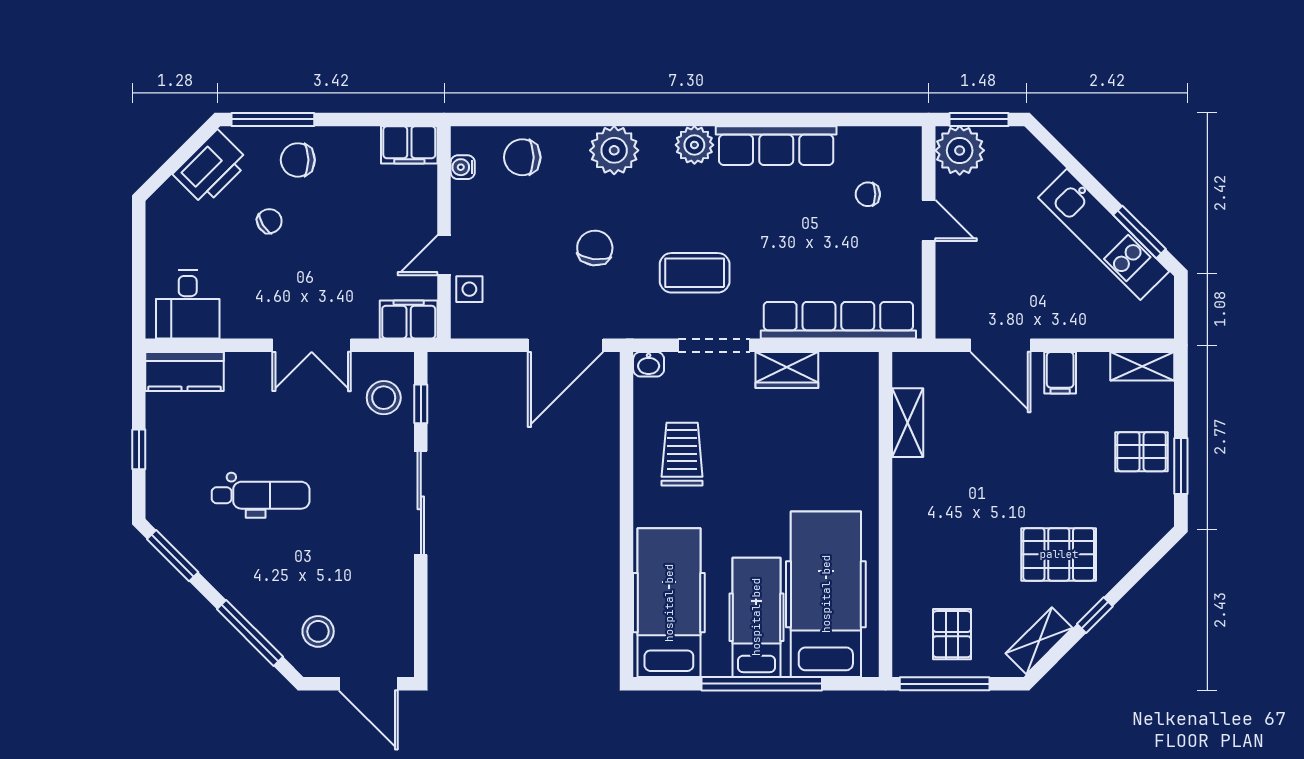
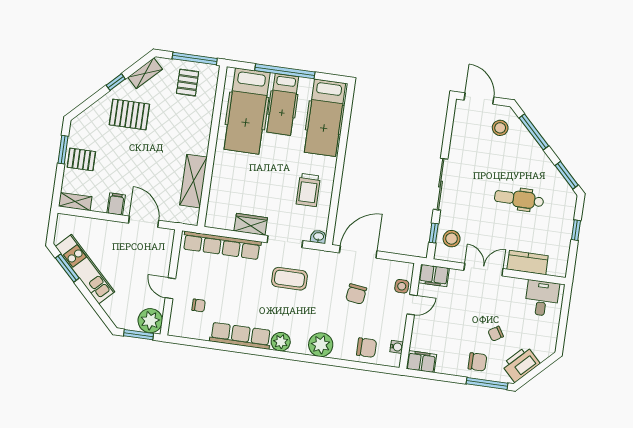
chair: (595, 248) -> (356, 294), moved
kitchen counter: (185, 371) -> (528, 263), moved
shelving: (908, 423) -> (193, 181), width x1.50, depth x1.33

